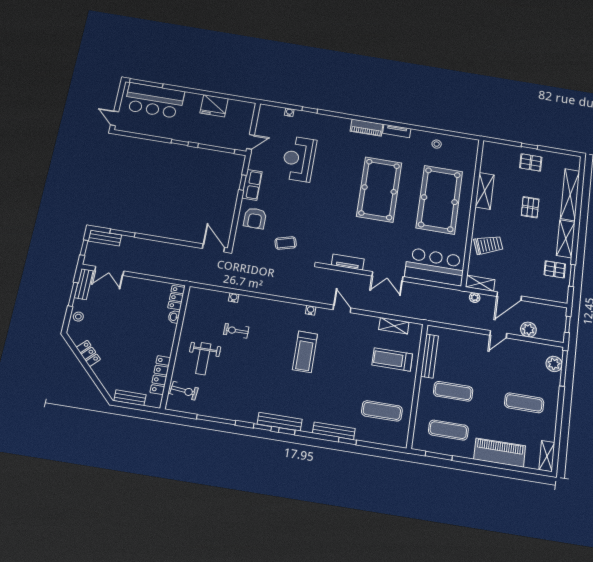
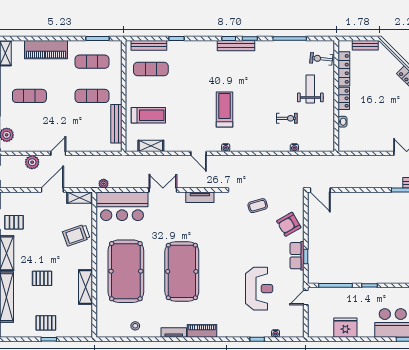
pallet: (530, 207) -> (42, 278), turned 90
armchair: (255, 218) -> (289, 224), turned -120
locker: (176, 298) -> (344, 98), moved
plant: (475, 298) -> (104, 184), moved
bench: (334, 431) -> (149, 45), moved

